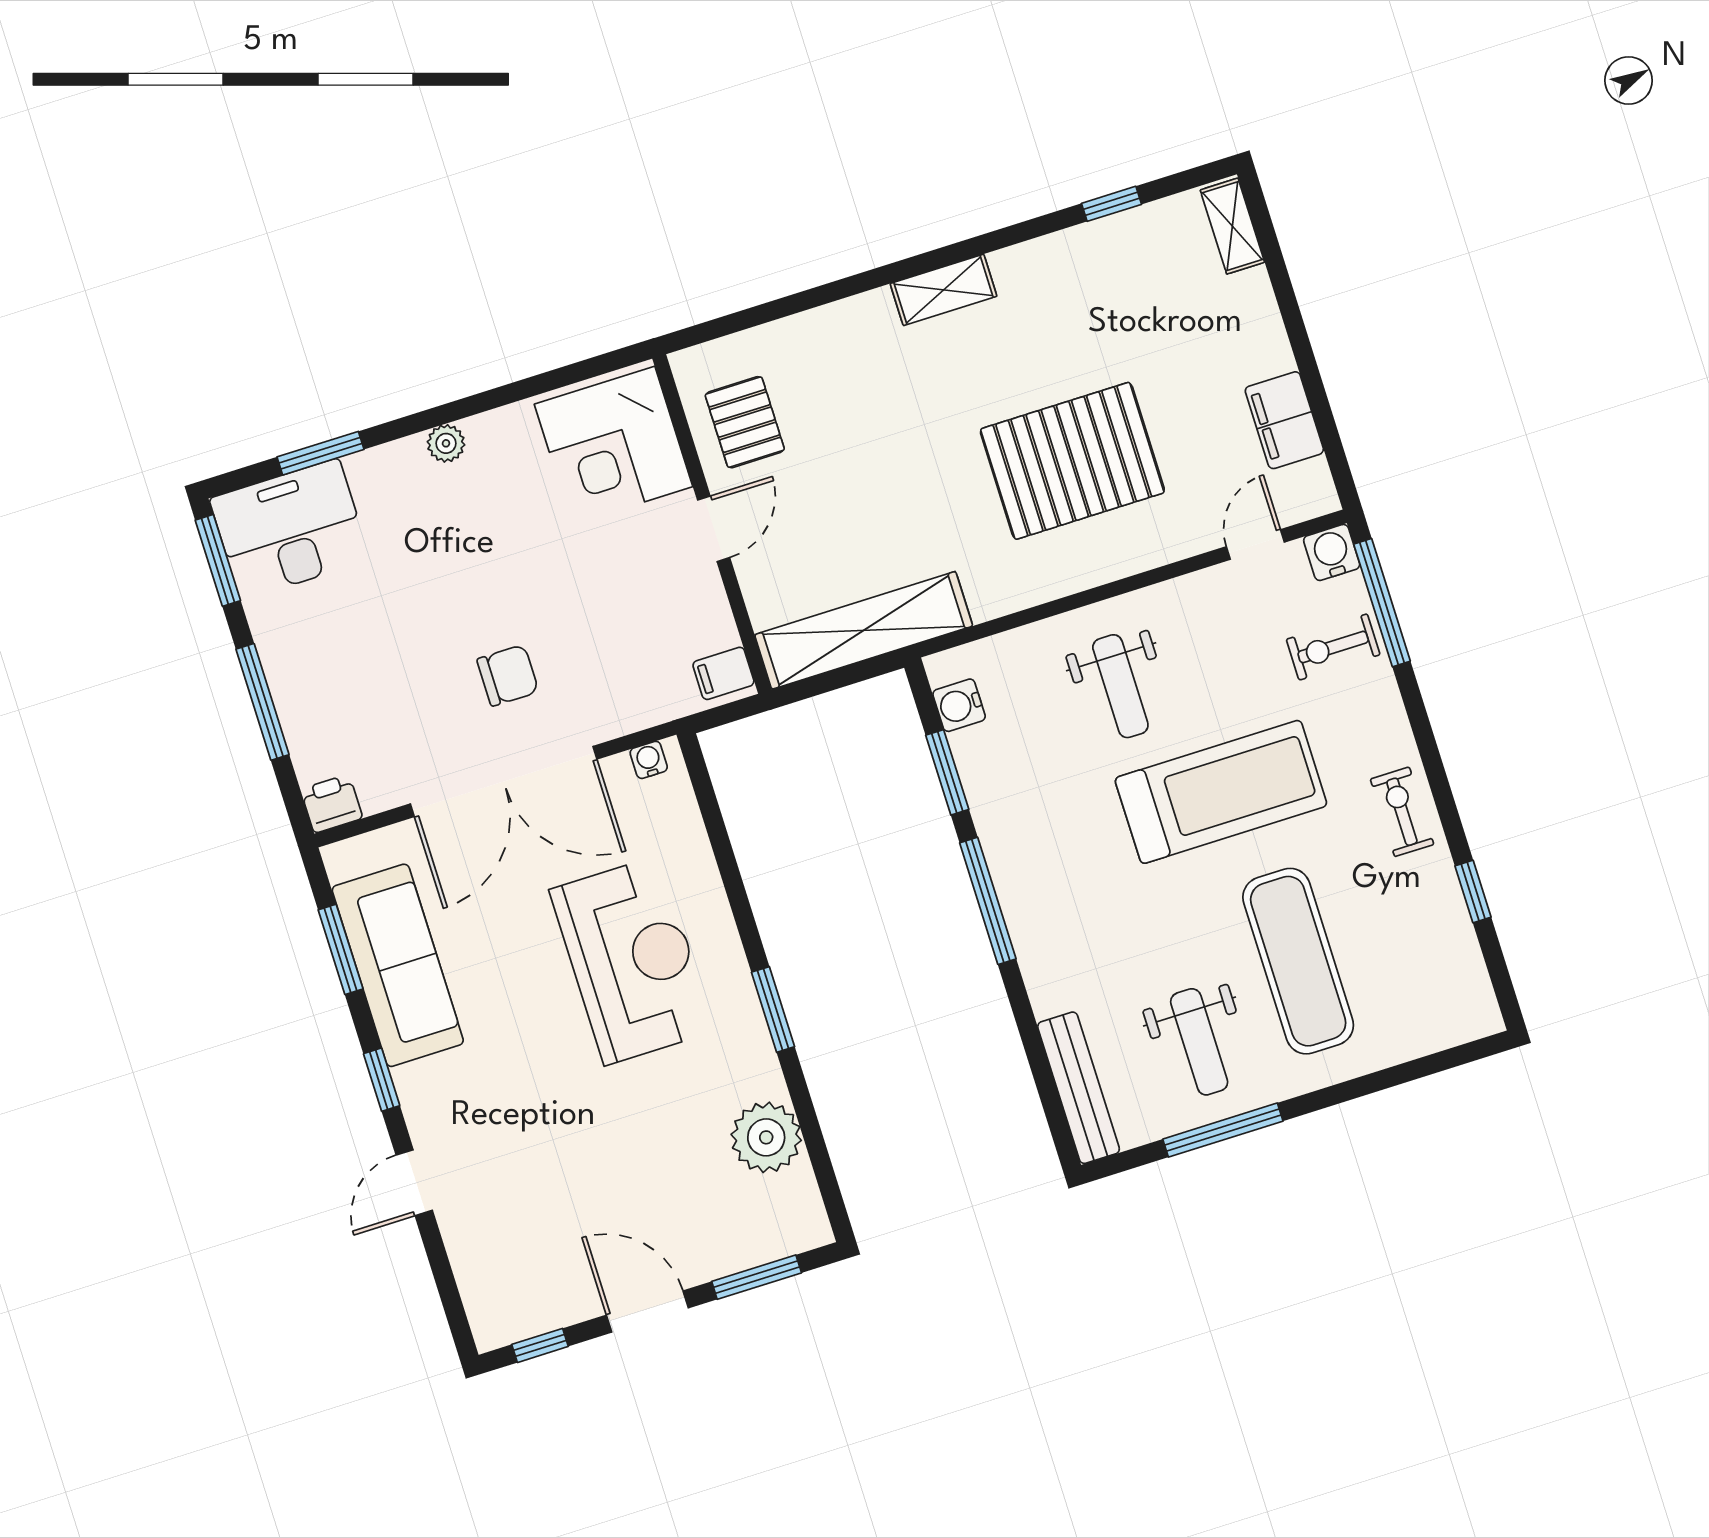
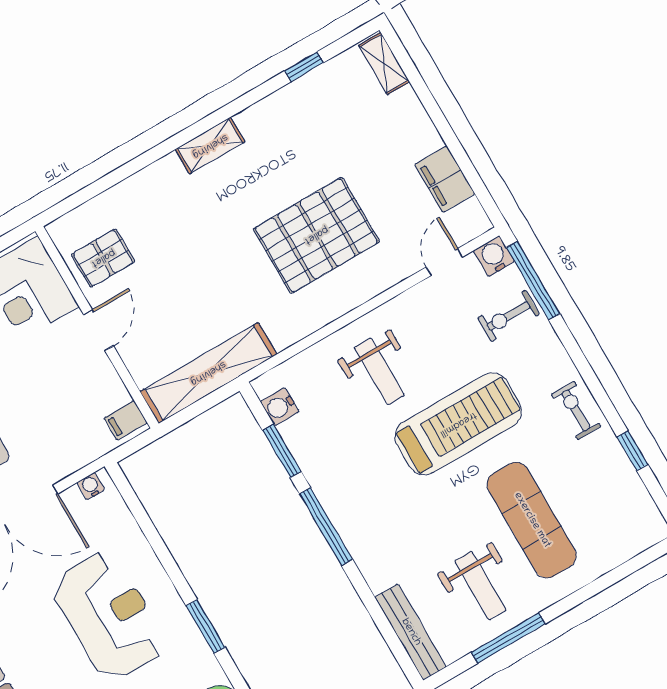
pallet: (745, 422) -> (103, 258), turned 90

